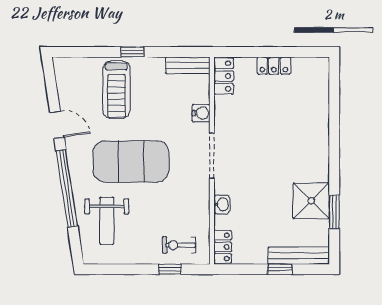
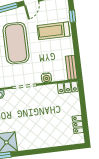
window: (132, 52) -> (72, 16), moved
locker: (274, 66) -> (78, 124), moved

